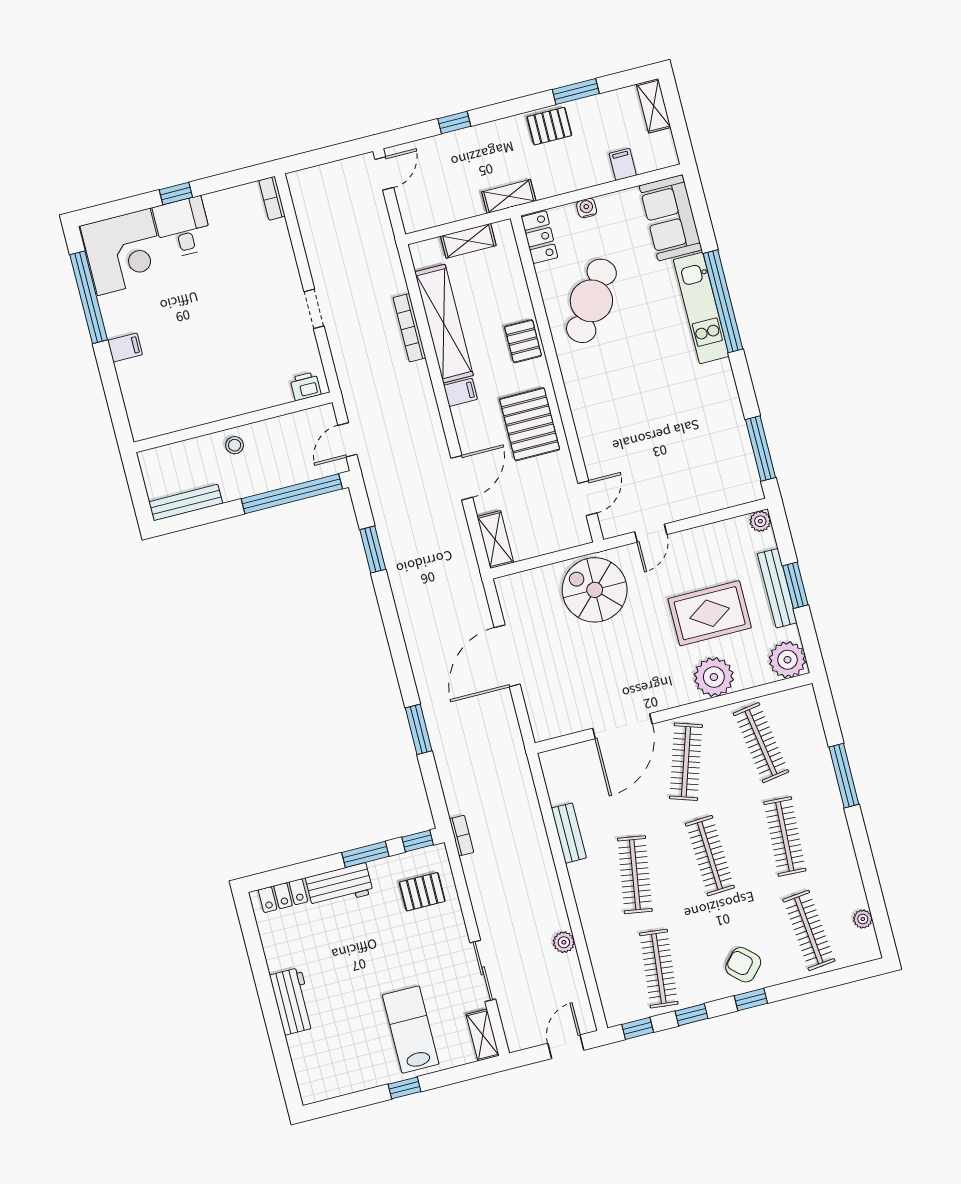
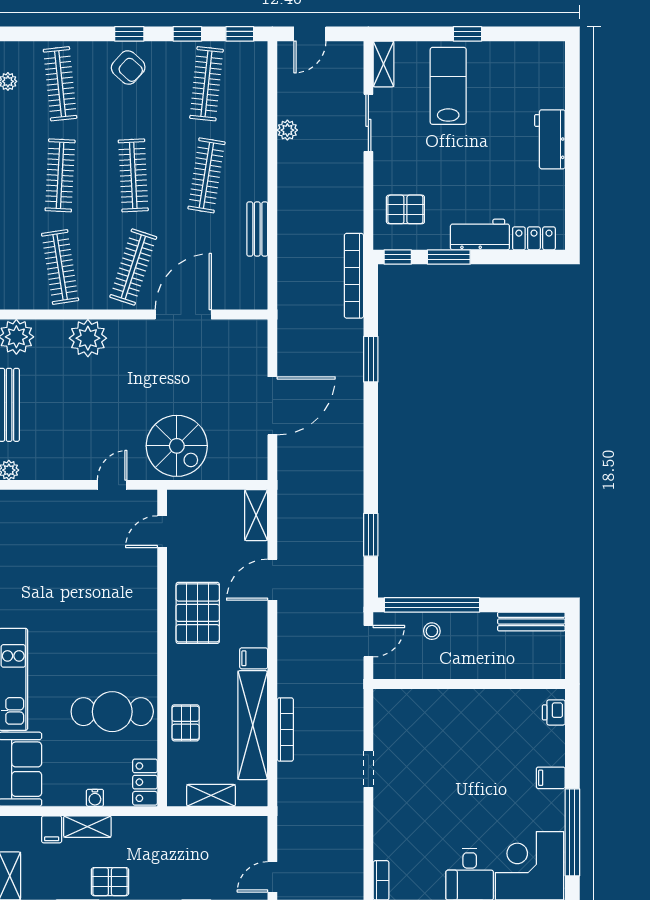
shelving: (509, 196) -> (87, 827), moved
cafe table: (591, 301) -> (112, 712), turned 56
pallet: (523, 341) -> (186, 723), moved
printer: (306, 386) -> (554, 712), moved, turned 90
stool: (235, 445) -> (432, 631), moved
rug: (710, 613) -> (77, 398), removed
bookcase: (462, 836) -> (354, 276), width x2.31, depth x1.31
lab bench: (411, 1029) -> (448, 86), turned 180

